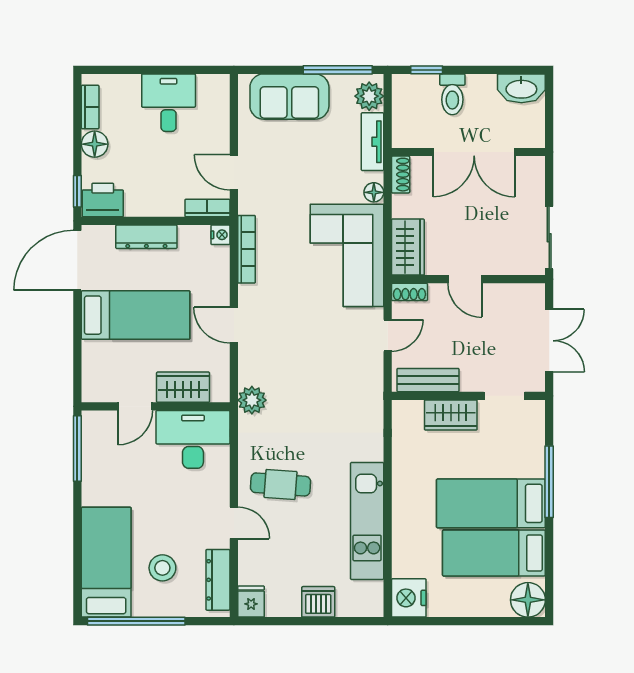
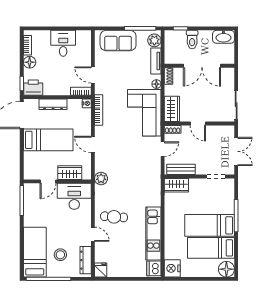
wardrobe: (451, 415) -> (176, 185), moved
dishwasher: (318, 602) -> (154, 268), moved, turned -90

